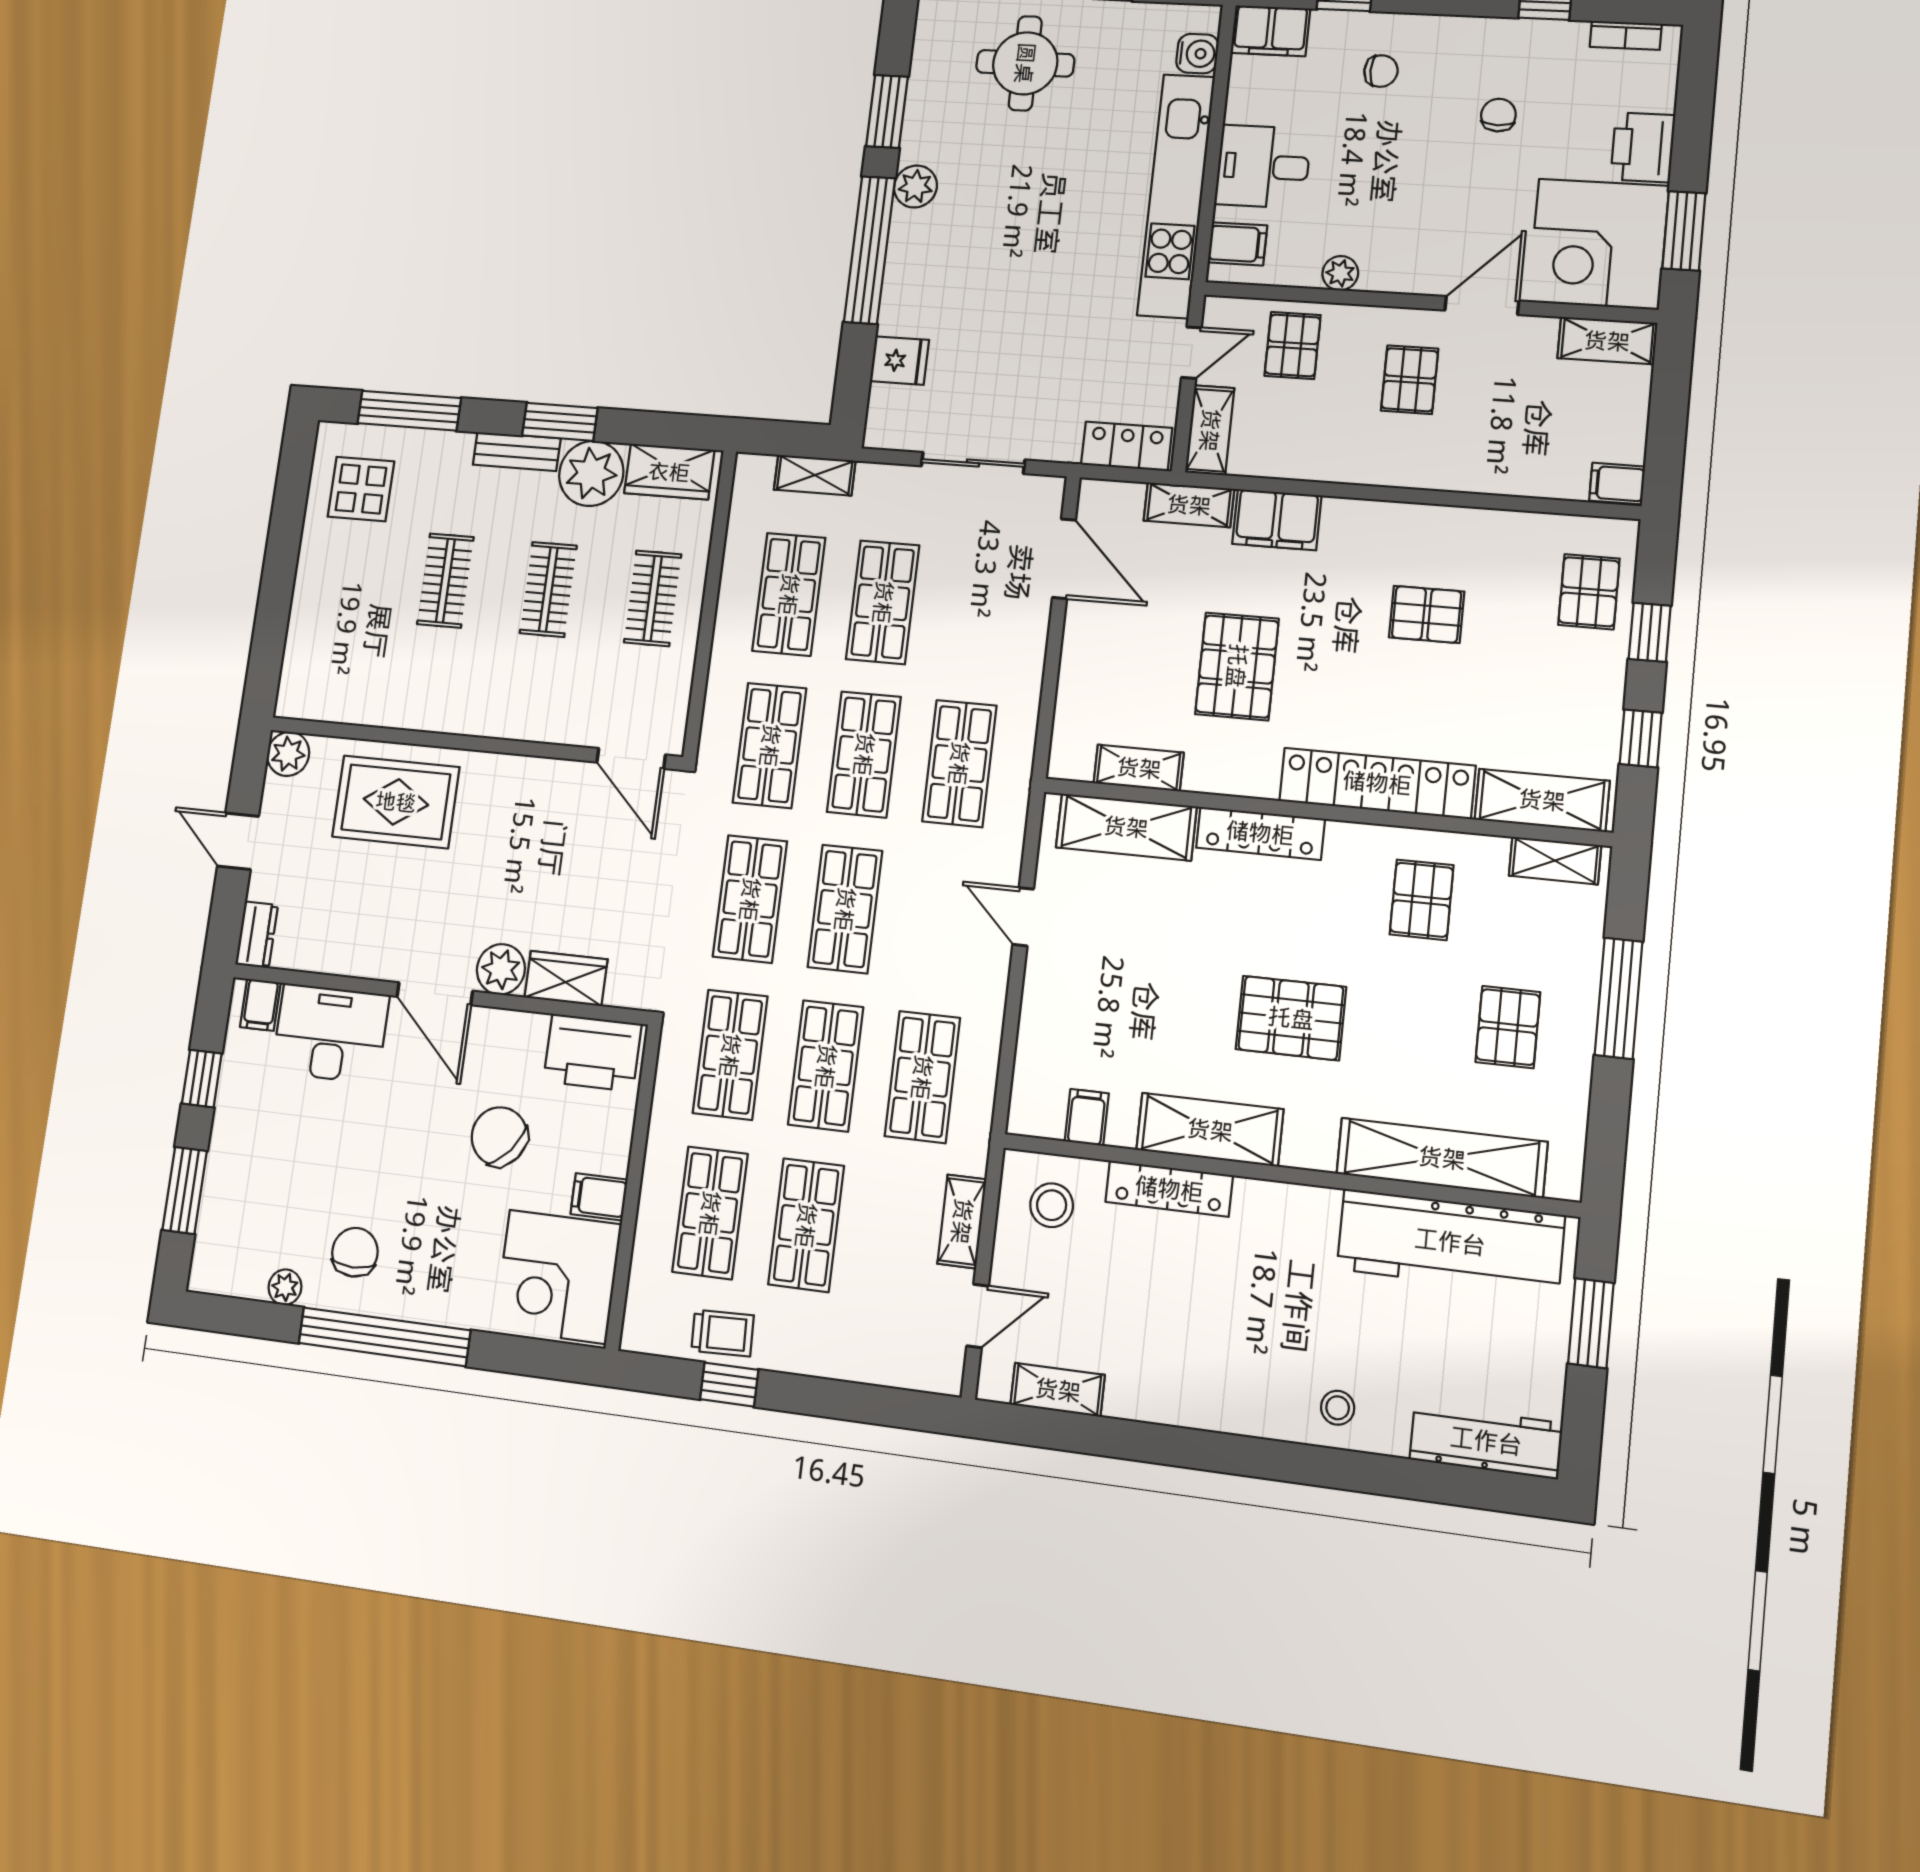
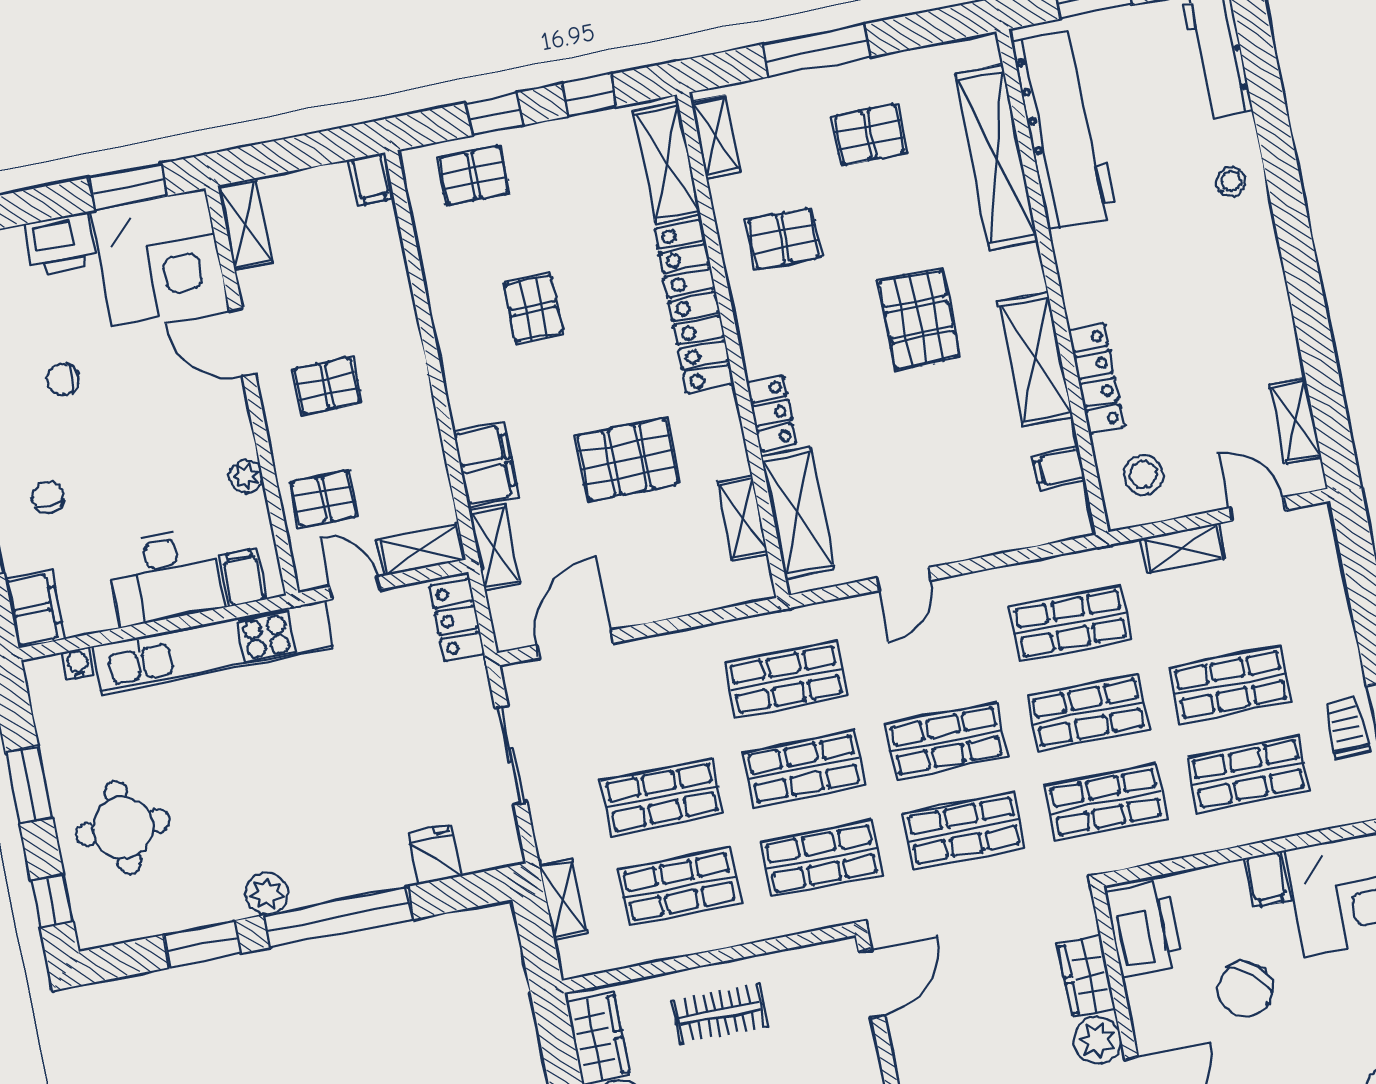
water cooler: (1197, 54) -> (78, 663), width x0.72, depth x0.72
desk: (1263, 167) -> (165, 576), width x1.37
locker: (1260, 833) -> (772, 413), width x0.66

